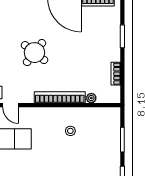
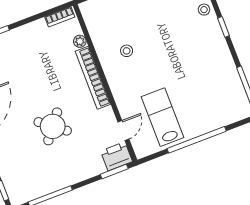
bookcase: (116, 74) -> (60, 17), moved

